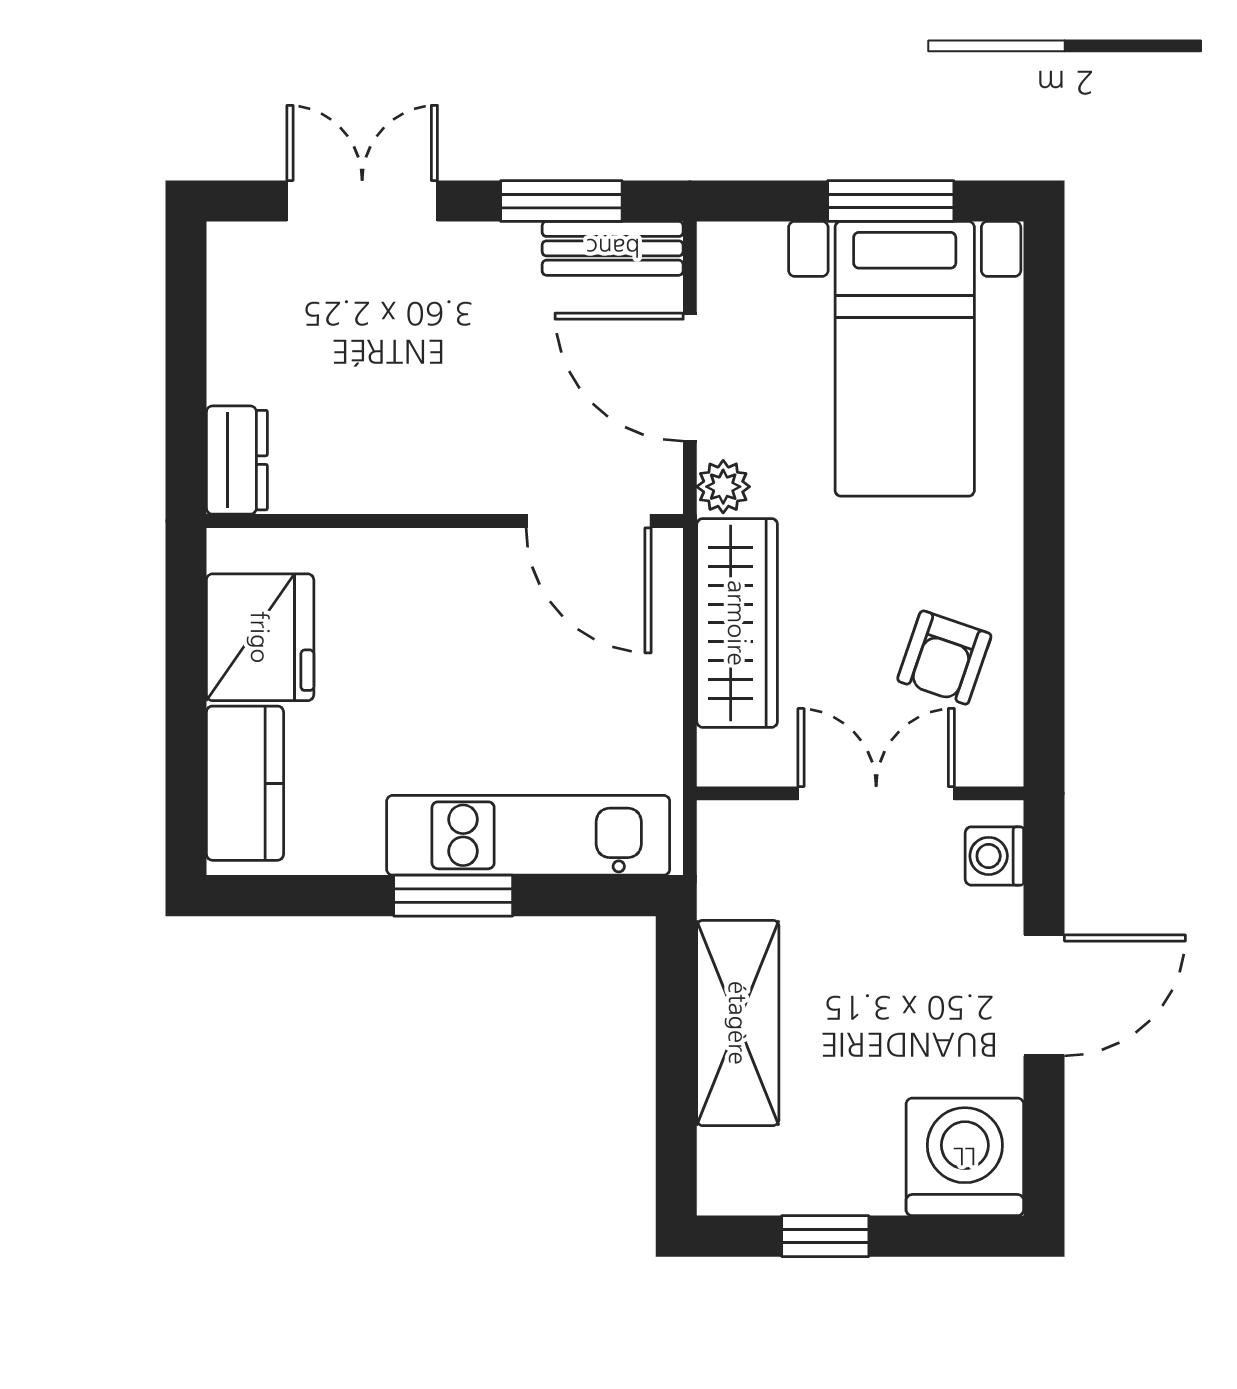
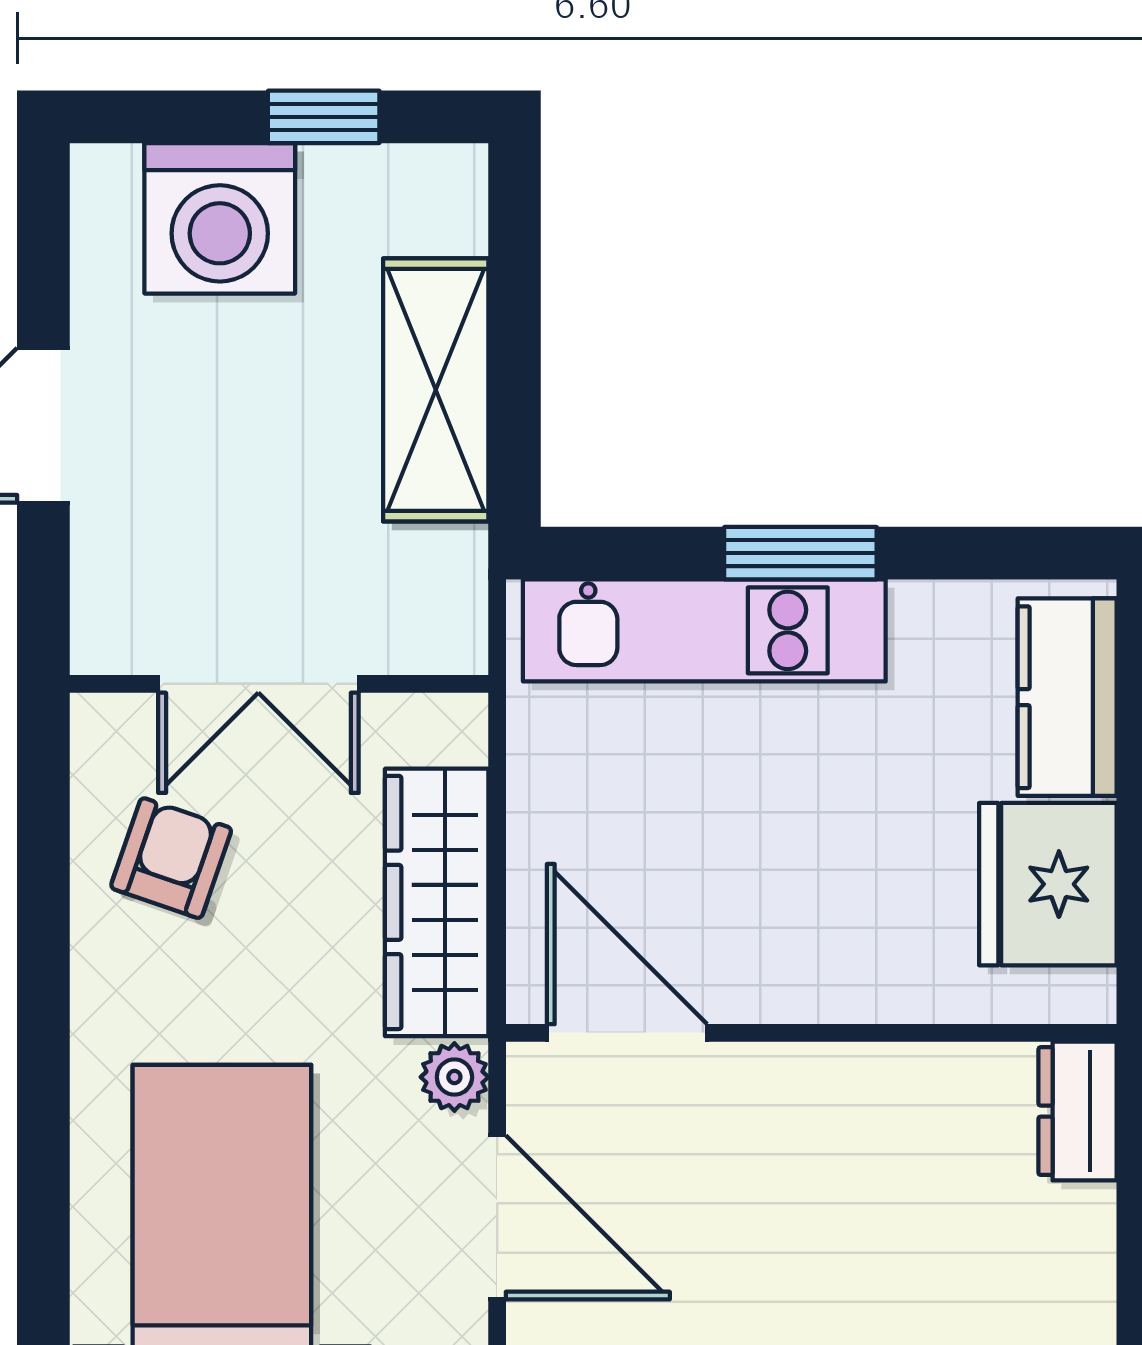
washing machine: (994, 856) -> (107, 604), removed
washing machine: (965, 1157) -> (220, 218), moved

